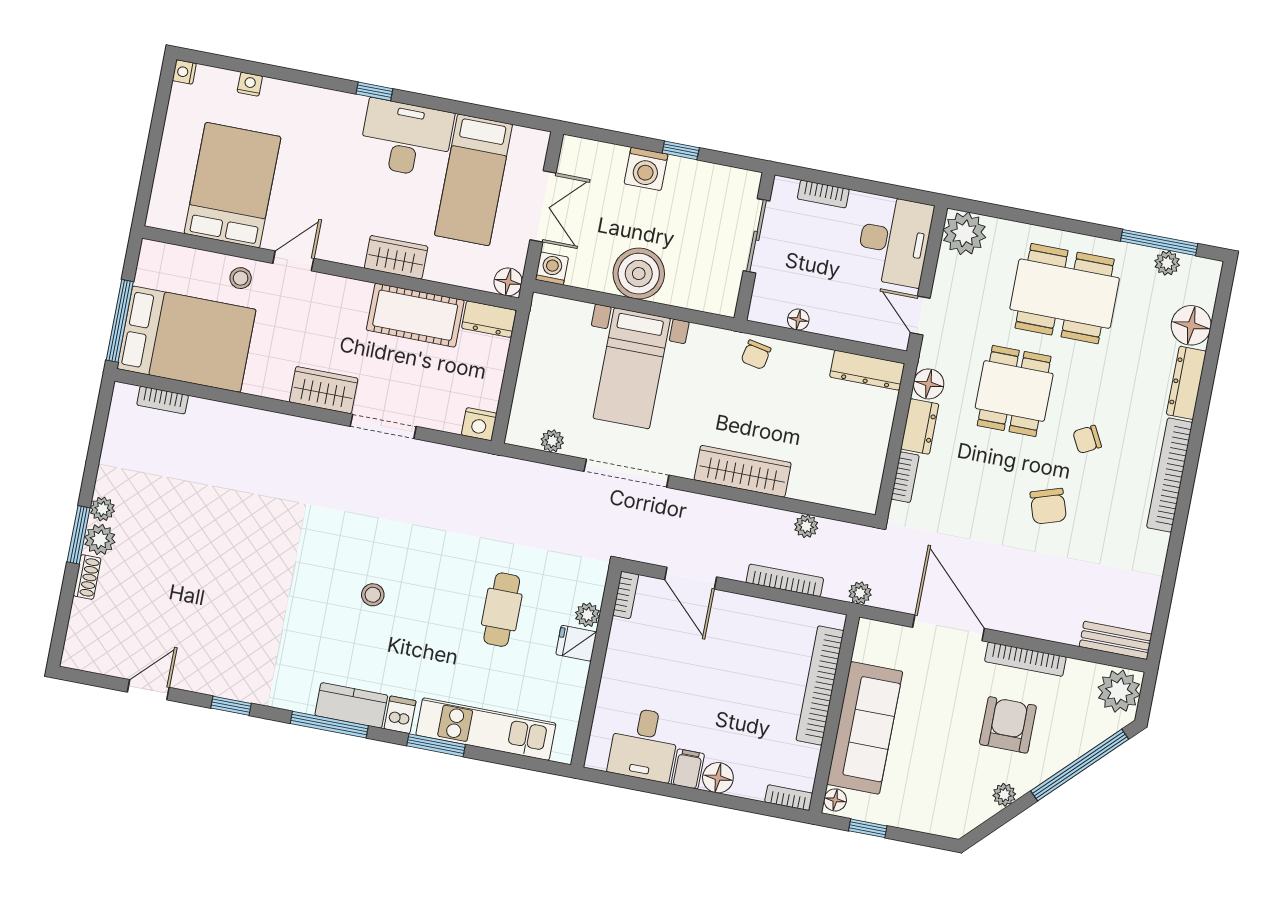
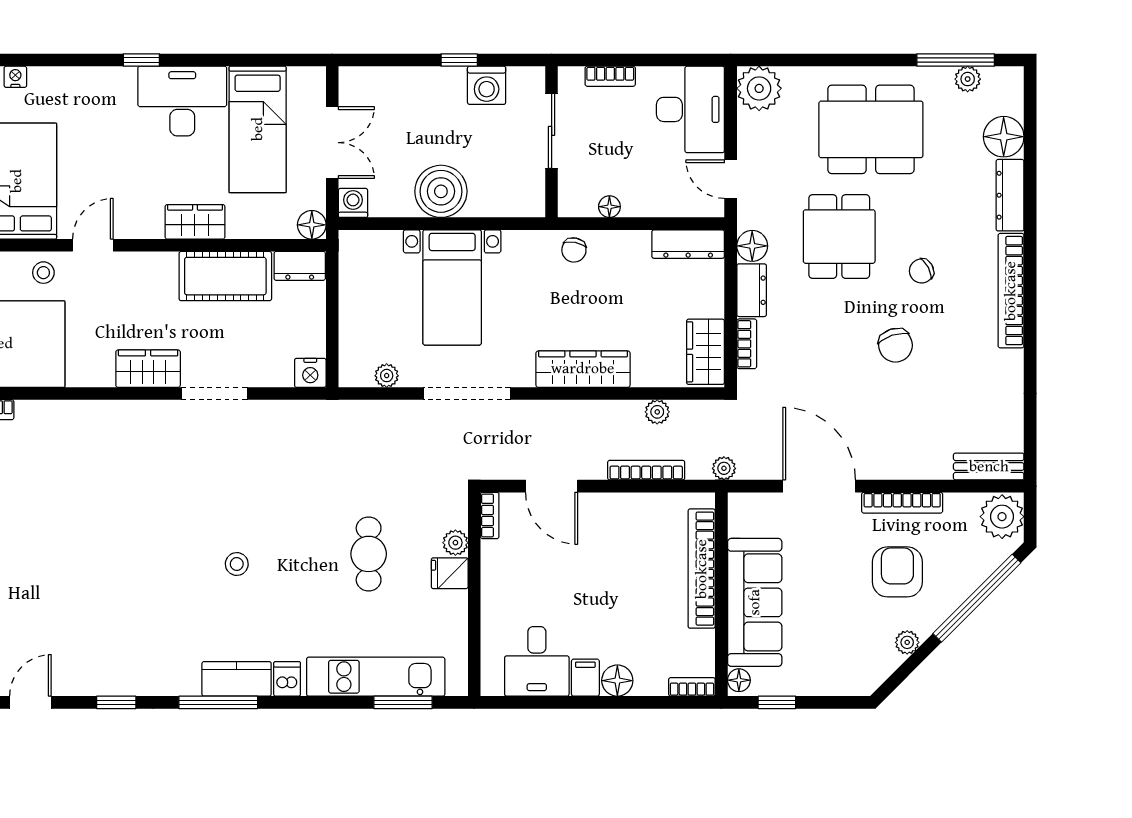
washing machine: (646, 169) -> (487, 85), moved
wardrobe: (864, 477) -> (706, 352), added
window: (436, 745) -> (403, 702), moved

